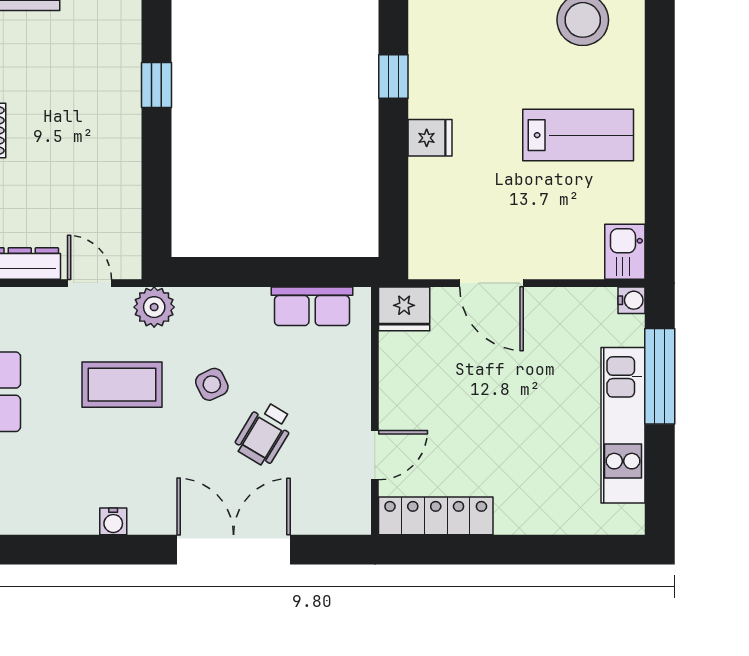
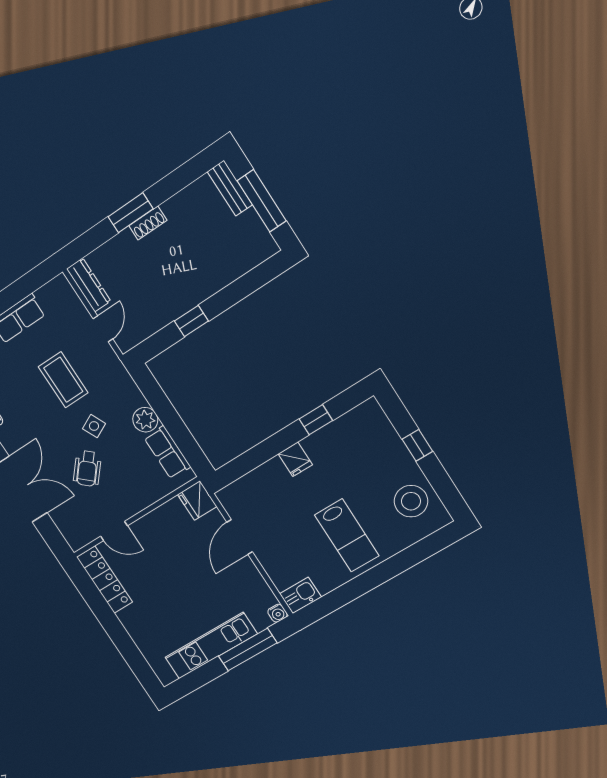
window: (157, 85) -> (191, 321), moved
plant: (154, 307) -> (145, 420), moved
wheelchair: (264, 434) -> (87, 469), turned -80

